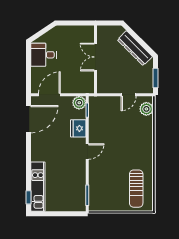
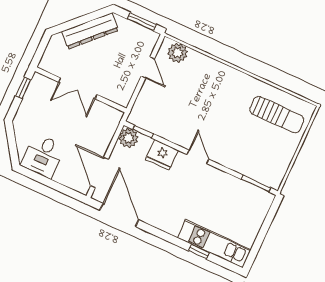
window: (80, 23) -> (23, 88), added
window: (29, 197) -> (199, 252), moved

